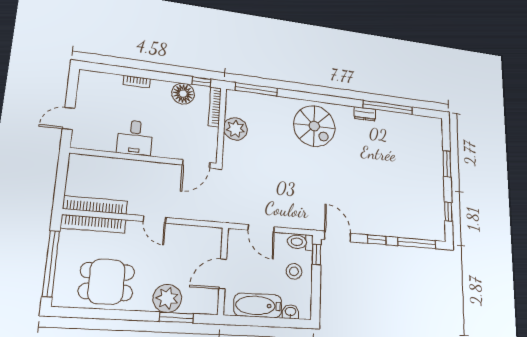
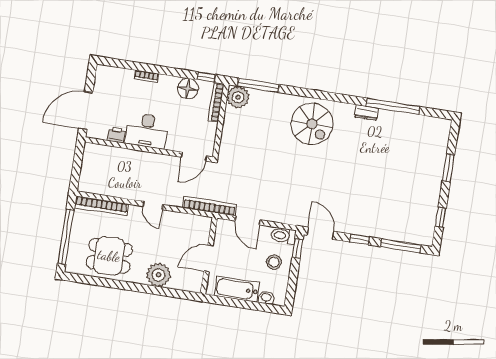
door: (69, 118) -> (86, 110), width x1.87
plant: (235, 129) -> (238, 97), moved
desk: (135, 138) -> (147, 131), width x1.37
printer: (106, 144) -> (116, 135), added
bookcase: (95, 205) -> (210, 206), moved
window: (176, 317) -> (165, 292), removed

